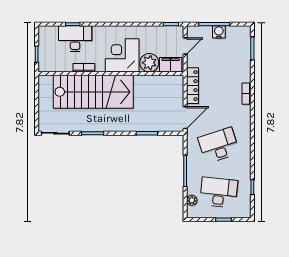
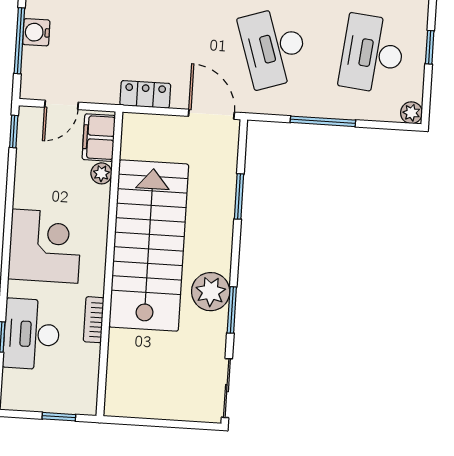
door: (185, 46) -> (61, 105), swing flipped
corner desk: (122, 55) -> (45, 246), moved, turned 180
plant: (149, 63) -> (101, 173), width x0.53, depth x0.53
locker: (193, 86) -> (145, 94), width x0.66
stairs: (93, 92) -> (149, 246), moved
plant: (101, 123) -> (211, 292), added
plant: (192, 200) -> (411, 113), moved

